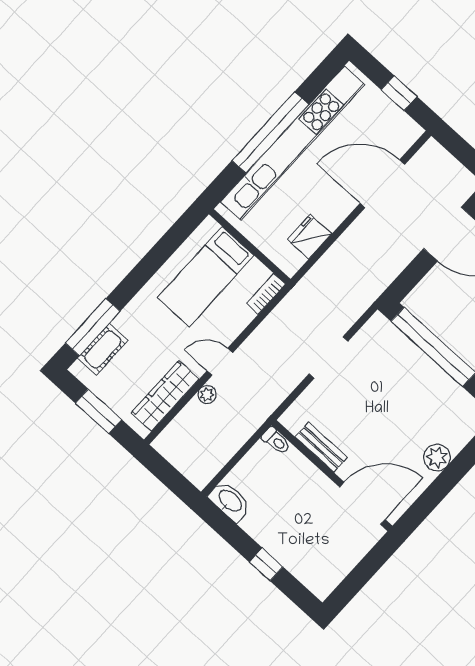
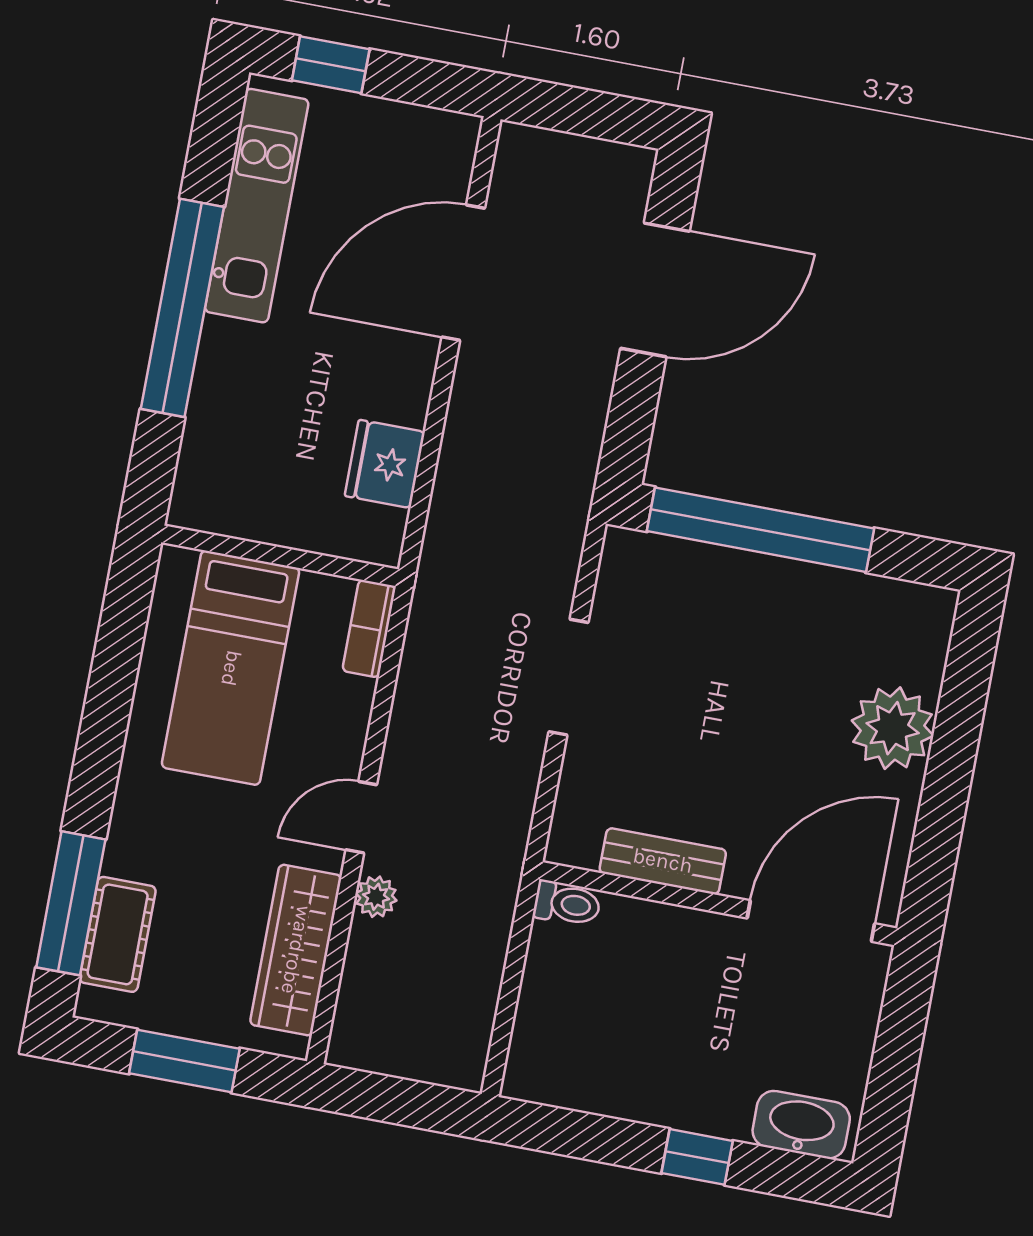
window: (399, 93) -> (331, 65), moved
kitchen unit: (293, 143) -> (257, 206), width x0.54
plant: (437, 457) -> (893, 728), width x1.36, depth x1.36
washbasin: (230, 501) -> (801, 1125), moved

